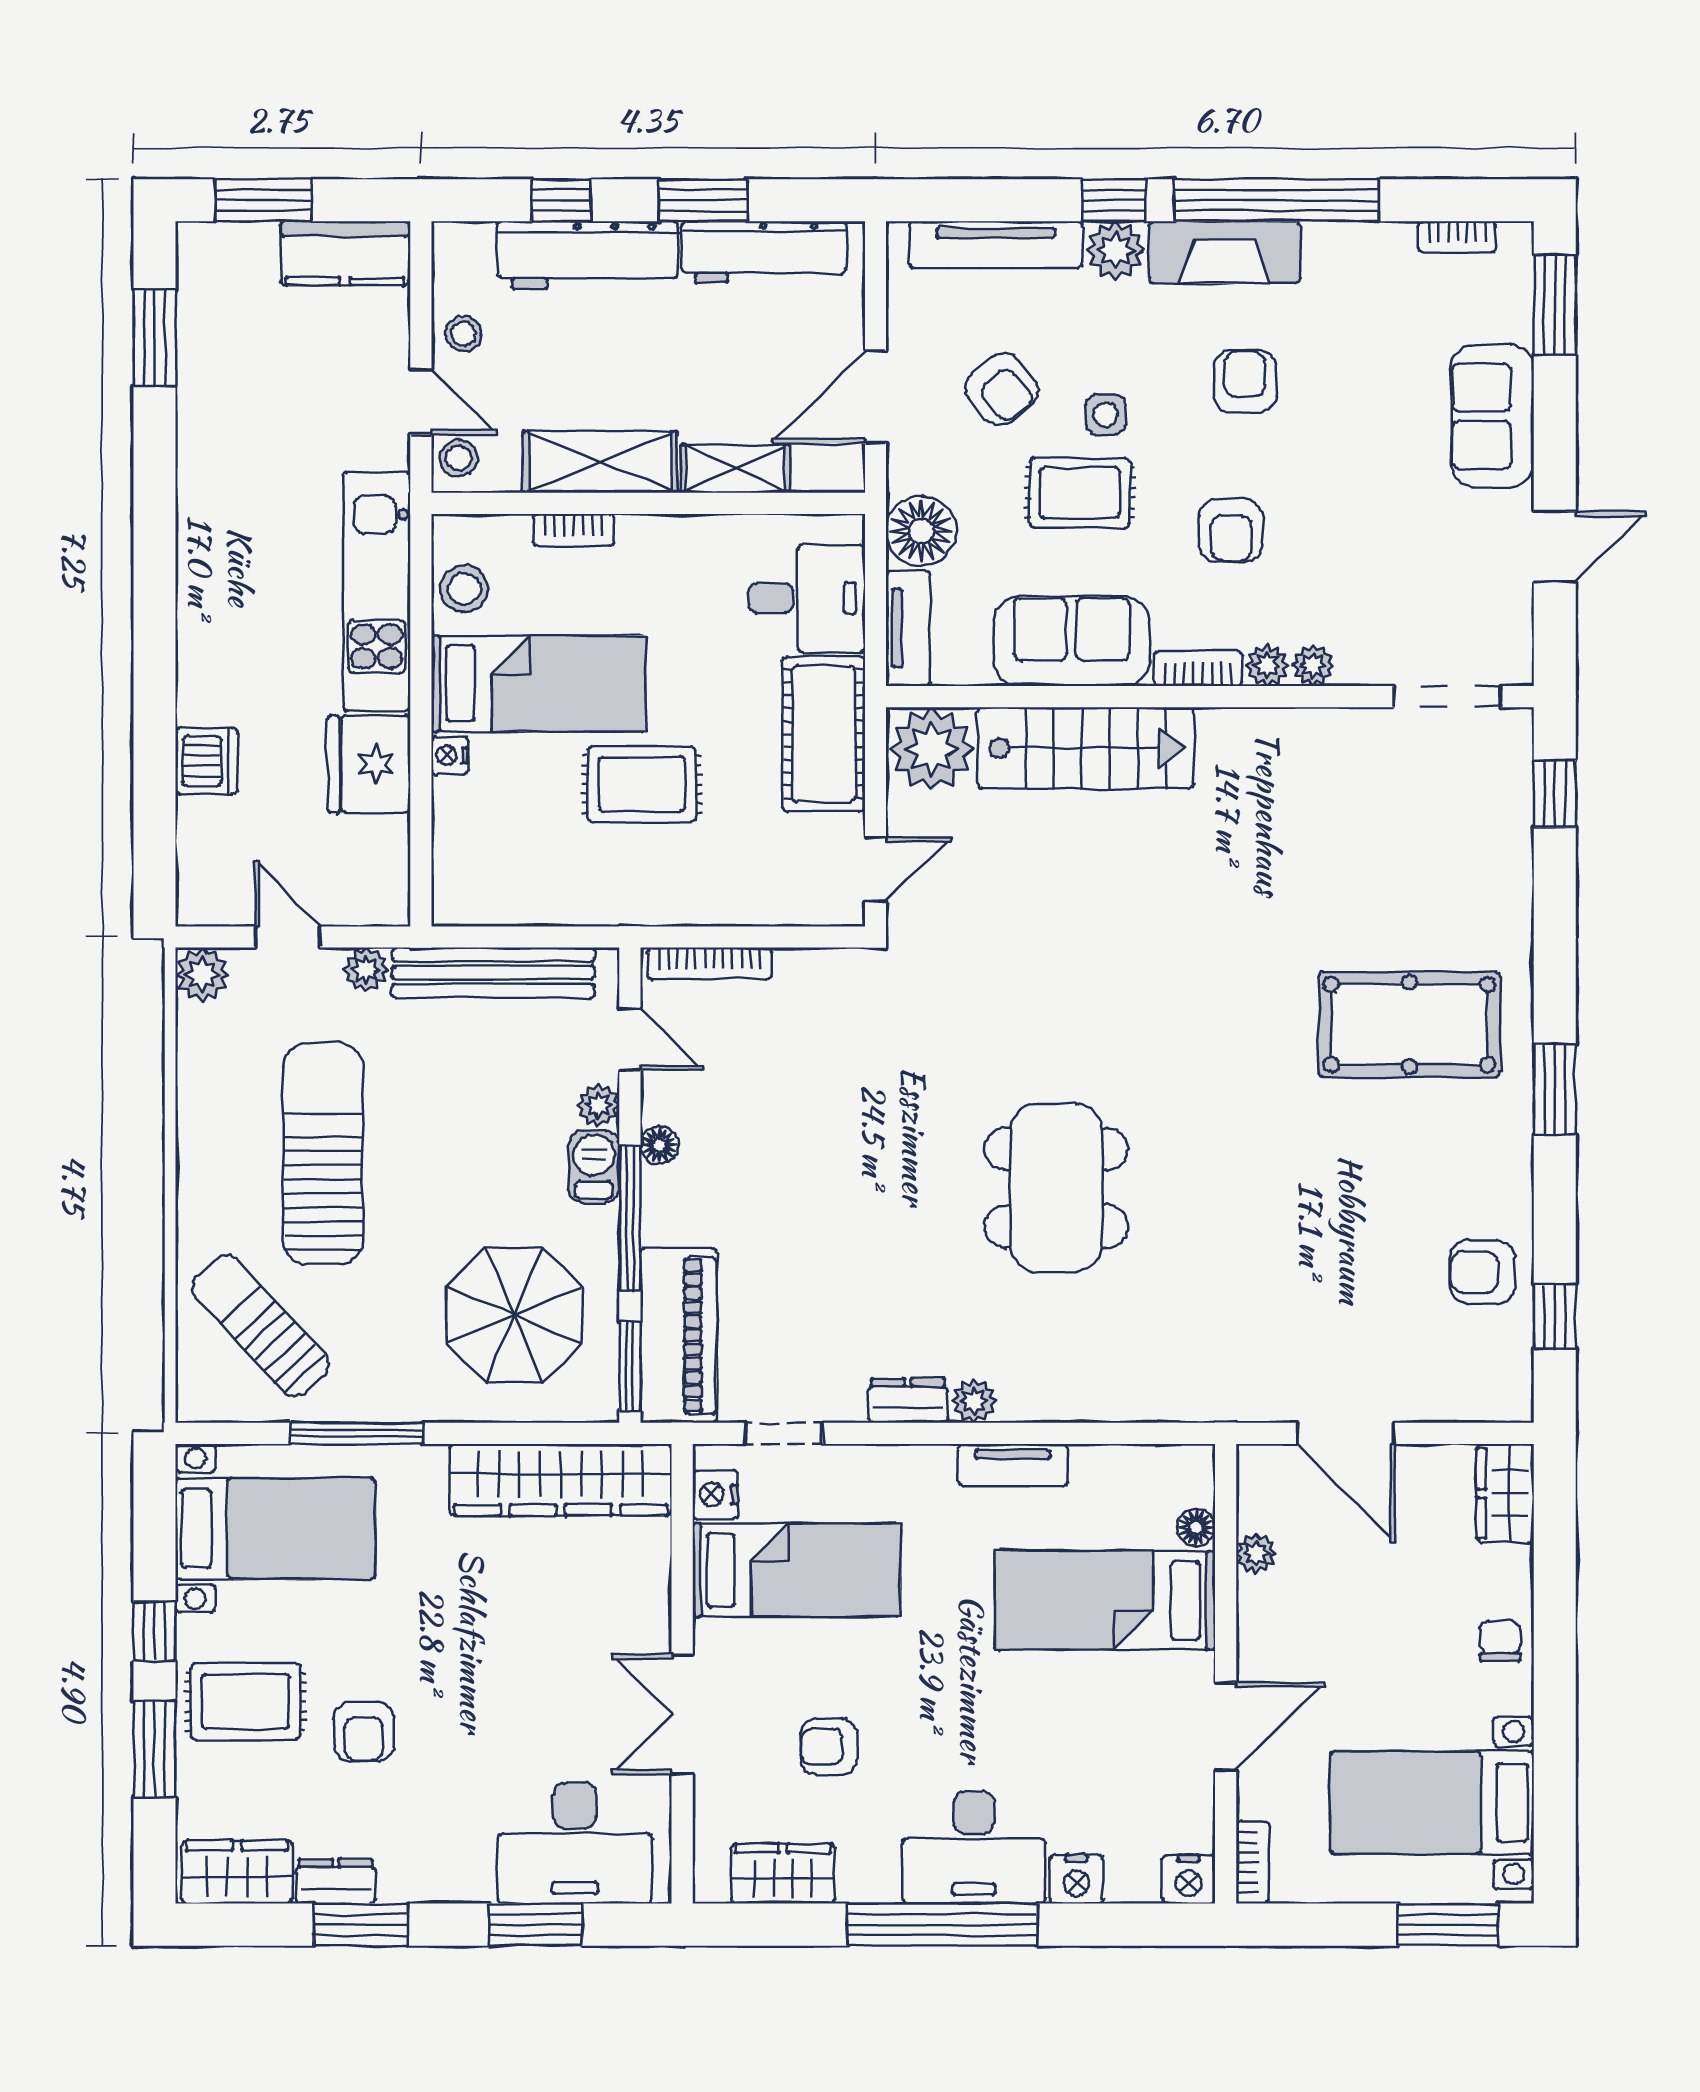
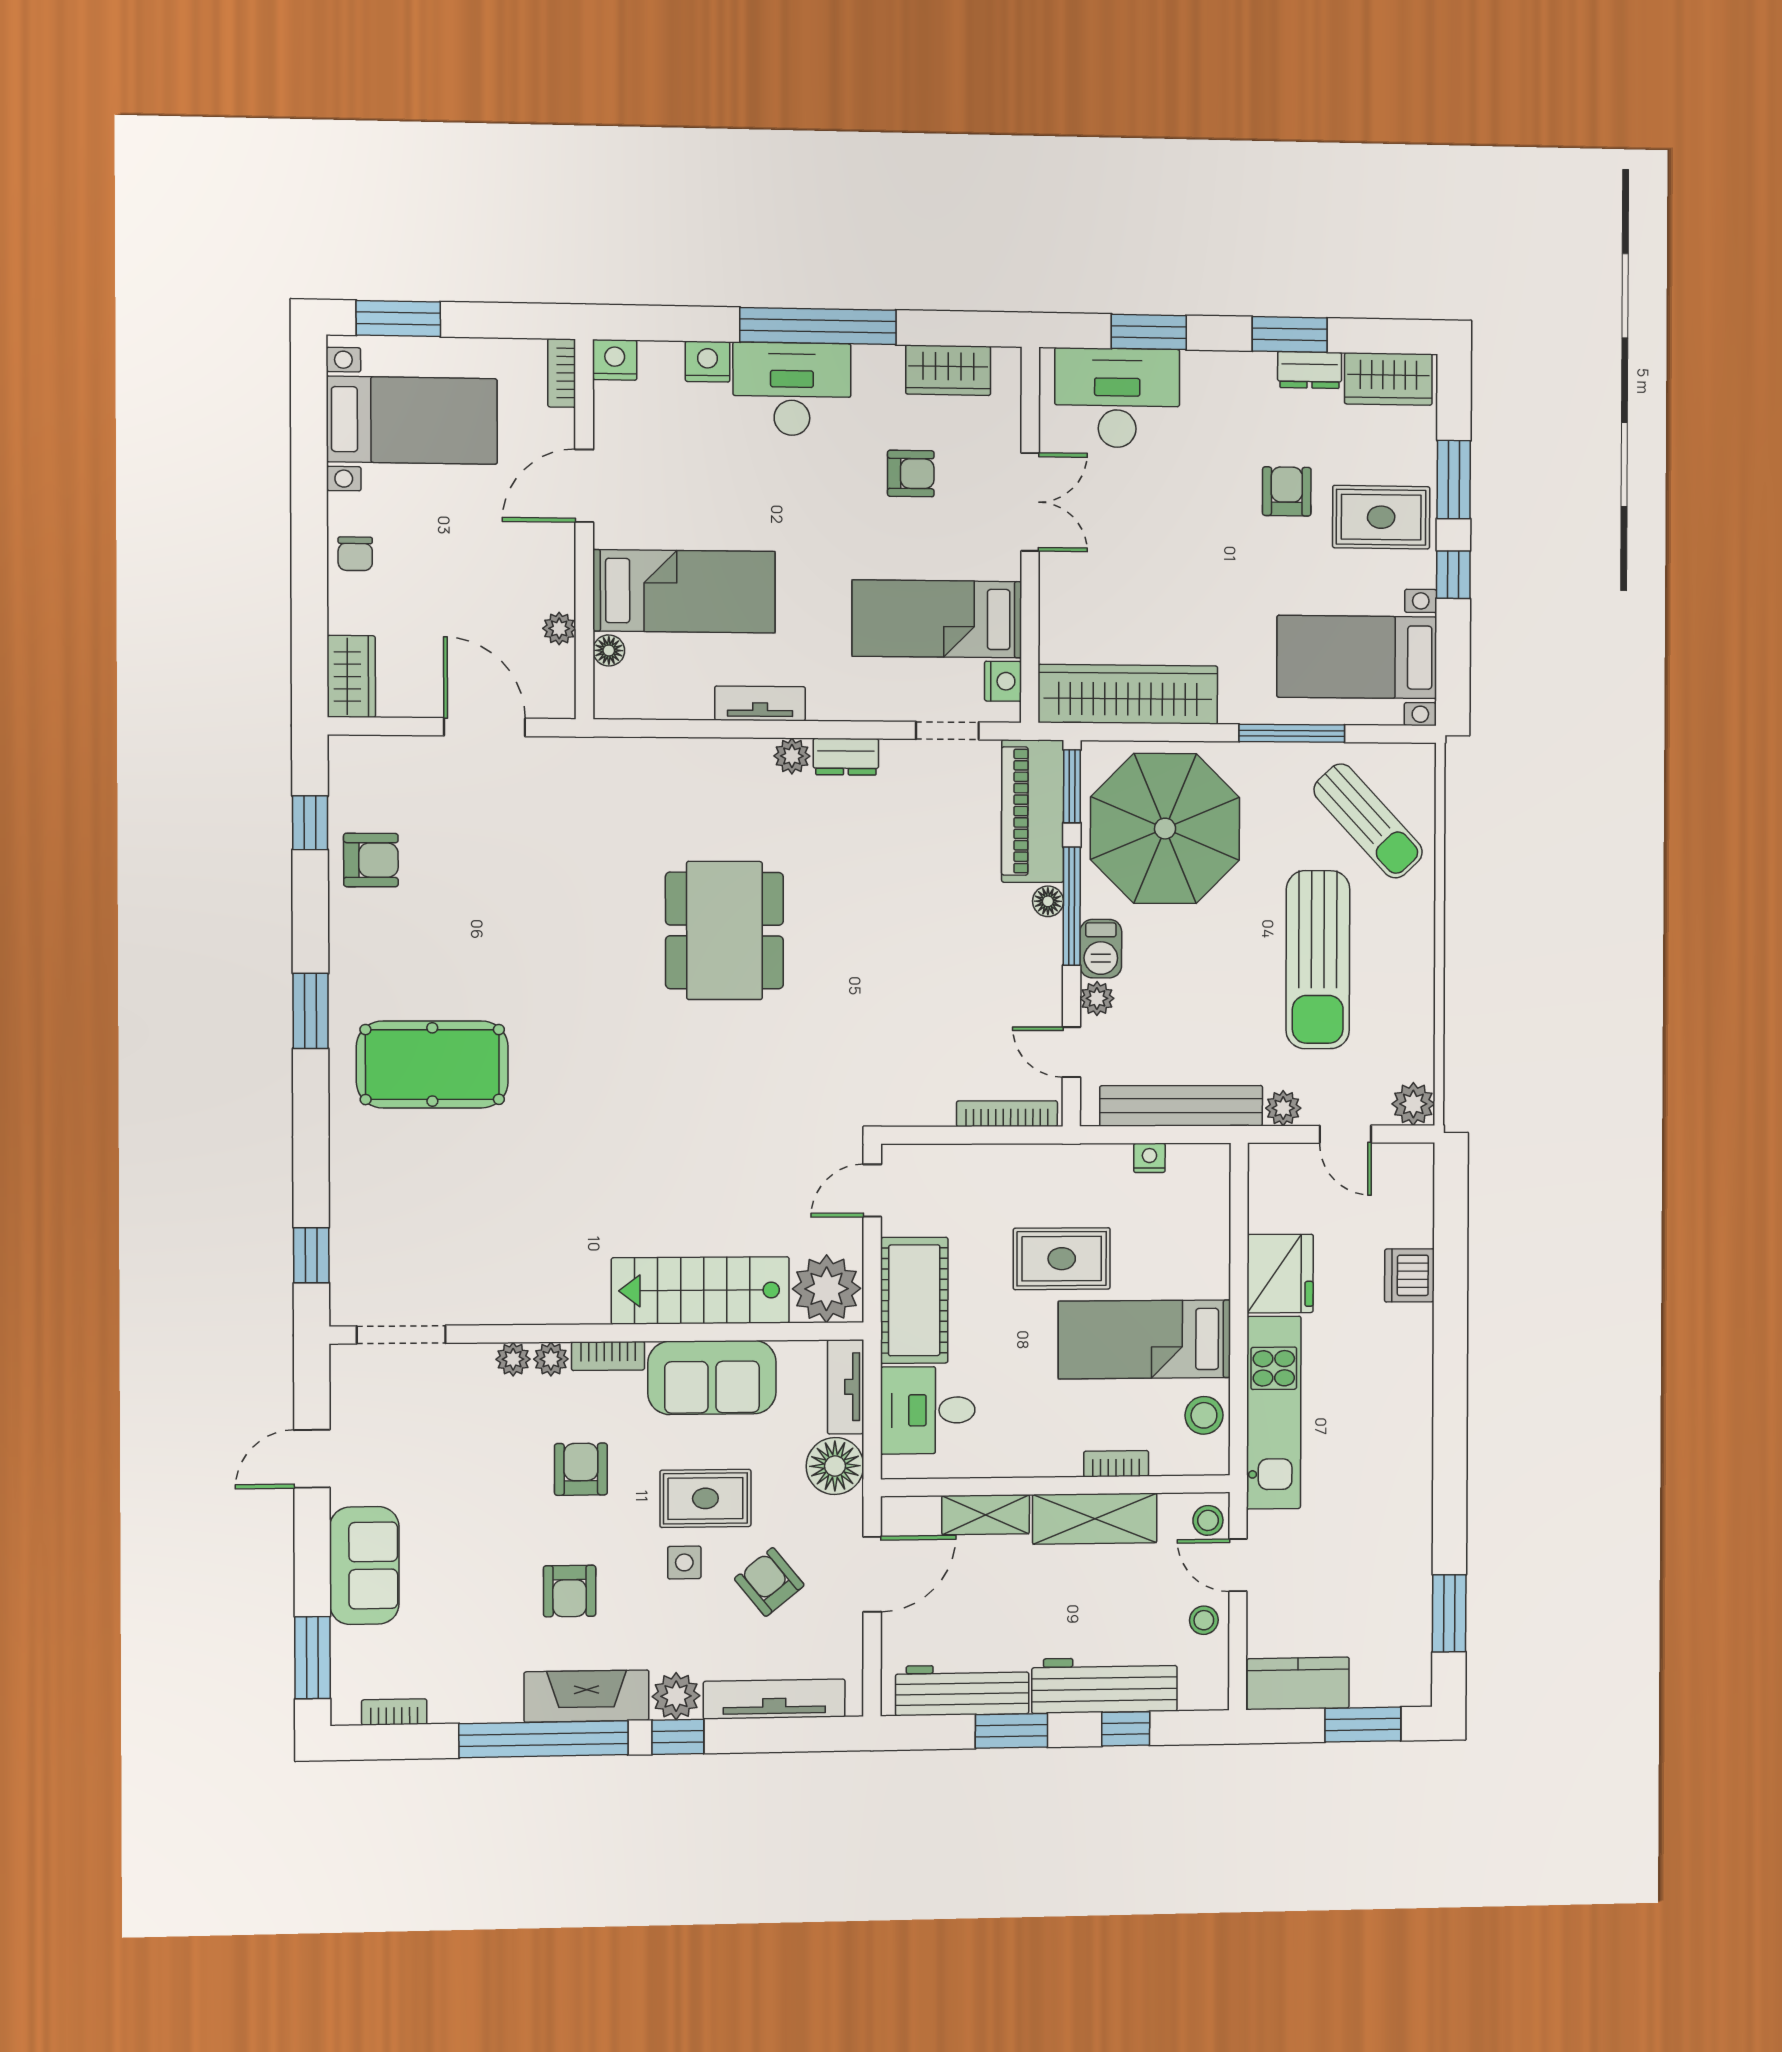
nightstand: (450, 755) -> (1149, 1158), moved, turned -90
floor lamp: (659, 1145) -> (1048, 901), moved
parasol: (514, 1315) -> (1165, 829), width x1.36, depth x1.36

